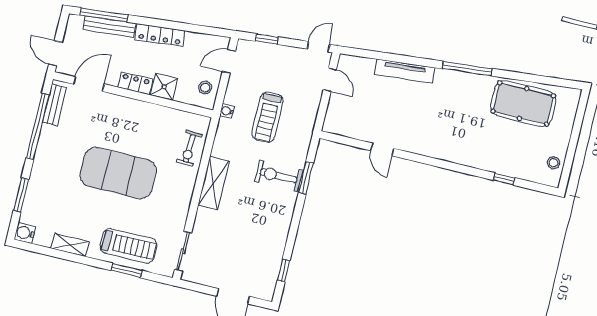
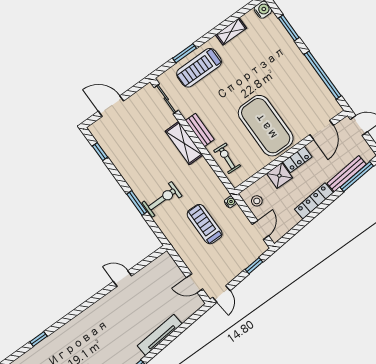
bench: (54, 105) -> (200, 130), moved
exercise mat: (118, 173) -> (266, 126), moved, turned 90
window: (306, 178) -> (137, 203), moved
shelving: (214, 183) -> (184, 143), moved

